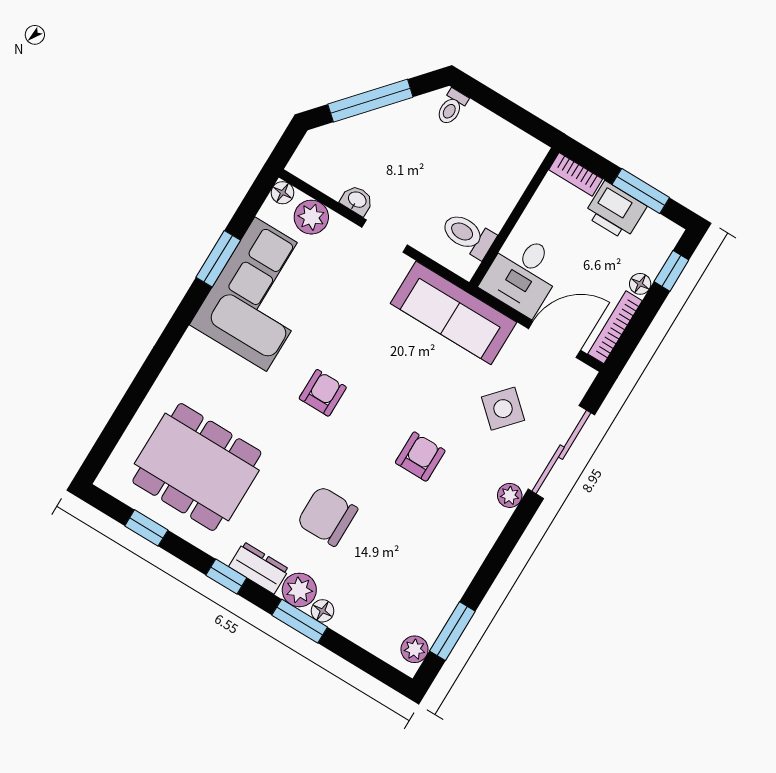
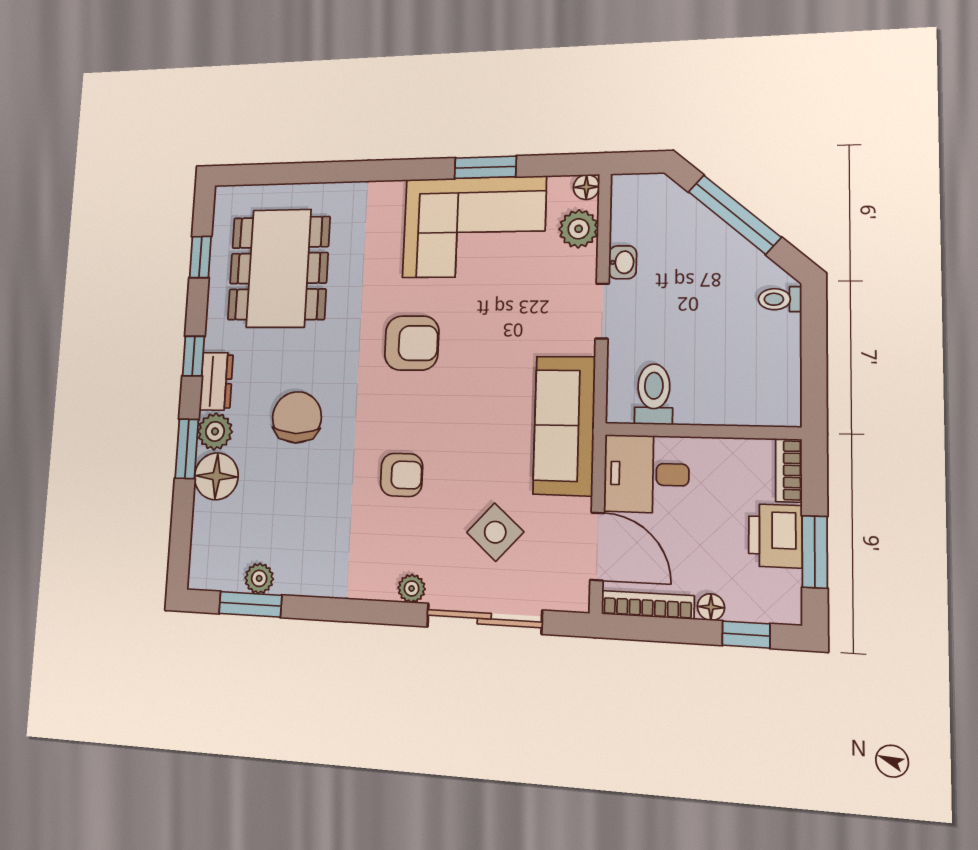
armchair: (323, 393) -> (412, 343), width x1.38, depth x1.38
floor lamp: (323, 611) -> (216, 476), width x1.89, depth x1.89
plant: (415, 649) -> (259, 578), moved

